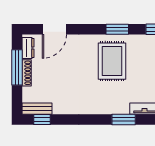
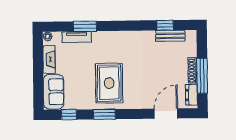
bench: (37, 109) -> (170, 36), moved
window: (42, 119) -> (165, 25), moved
window: (124, 119) -> (85, 26), moved

